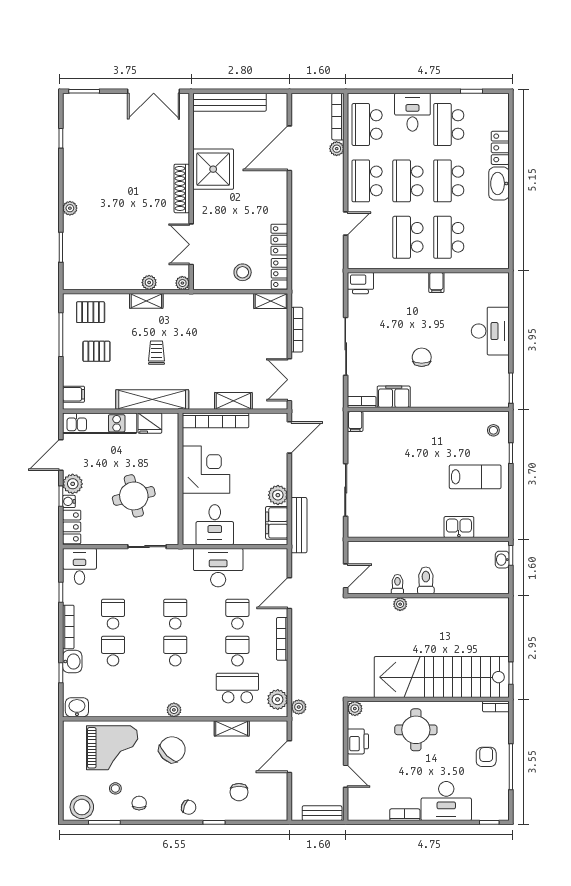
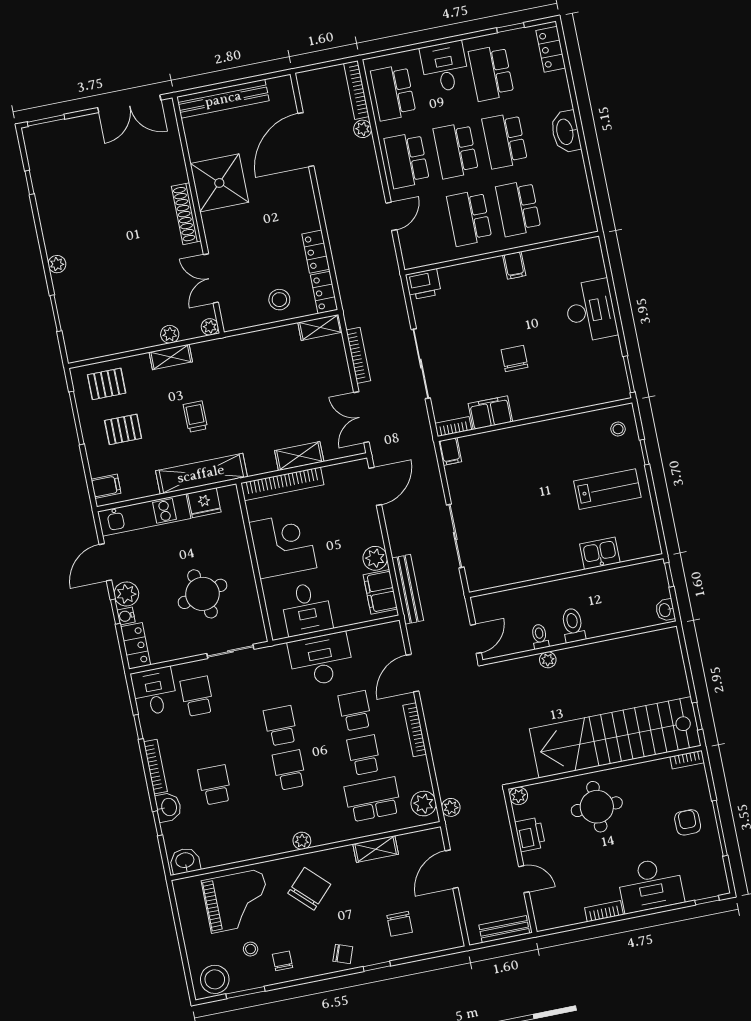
locker: (500, 148) -> (551, 49), moved
washbasin: (502, 560) -> (665, 610), moved
school desk: (113, 614) -> (197, 696), moved

